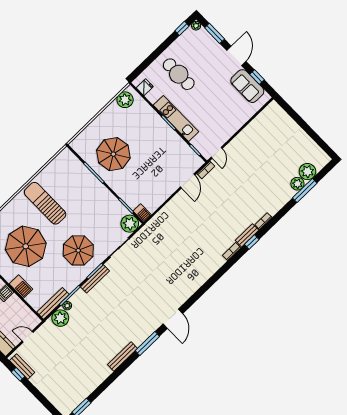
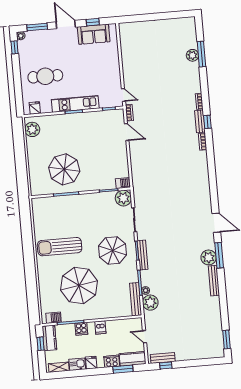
plant: (307, 172) -> (209, 257), moved
barbecue: (21, 287) -> (105, 312), removed
door: (28, 337) -> (145, 337), hinge flipped

